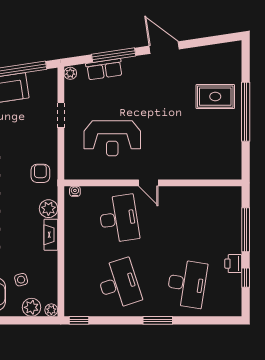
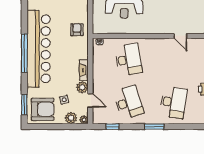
door: (148, 183) -> (180, 36), moved
plant: (48, 209) -> (82, 87), moved
door: (61, 281) -> (90, 100), added
window: (79, 320) -> (112, 127), moved

